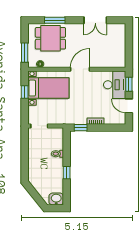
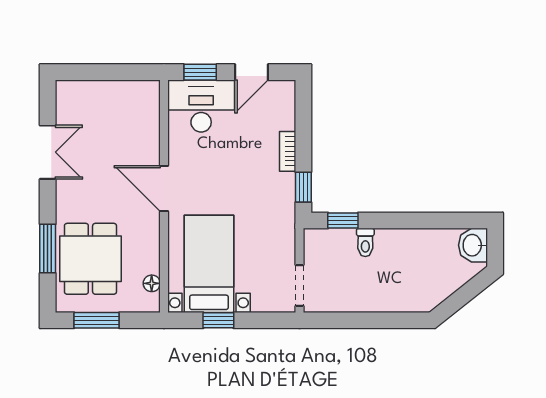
window: (25, 53) -> (97, 320), moved
window: (67, 173) -> (343, 220), moved

